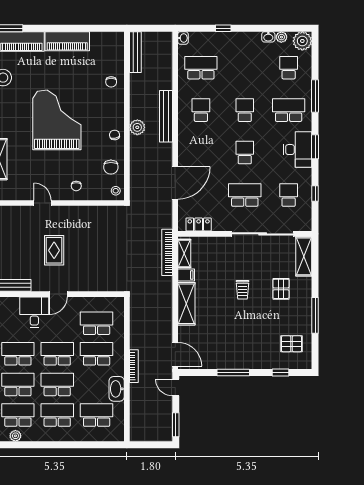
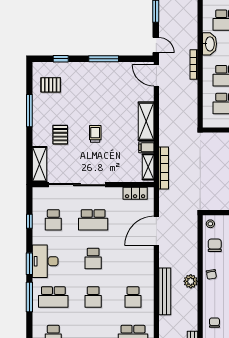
window: (315, 96) -> (29, 297), moved

